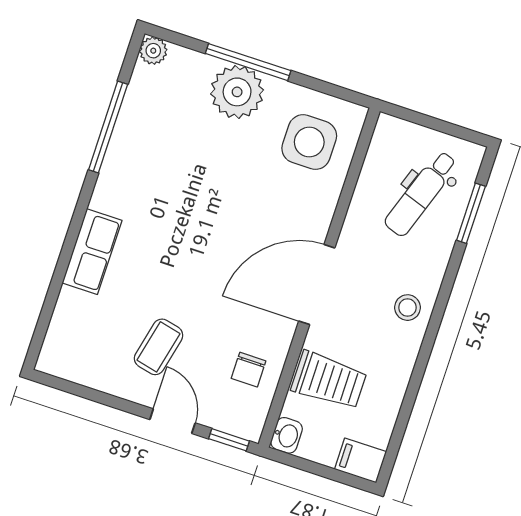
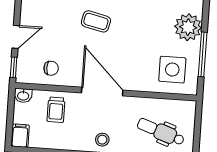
window: (248, 62) -> (203, 54), moved
coffee table: (159, 347) -> (96, 21), moved
chair: (249, 370) -> (51, 68), turned 180
trolley: (329, 380) -> (56, 110), width x0.73, depth x0.72

